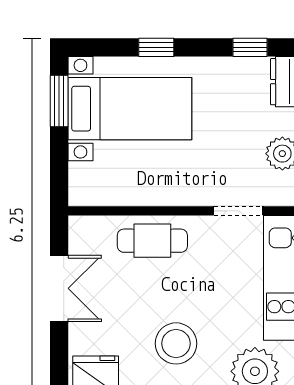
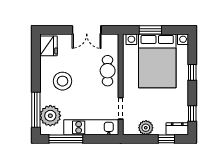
window: (59, 101) -> (150, 30), moved
bed with nightstands: (130, 109) -> (157, 61), width x1.36

